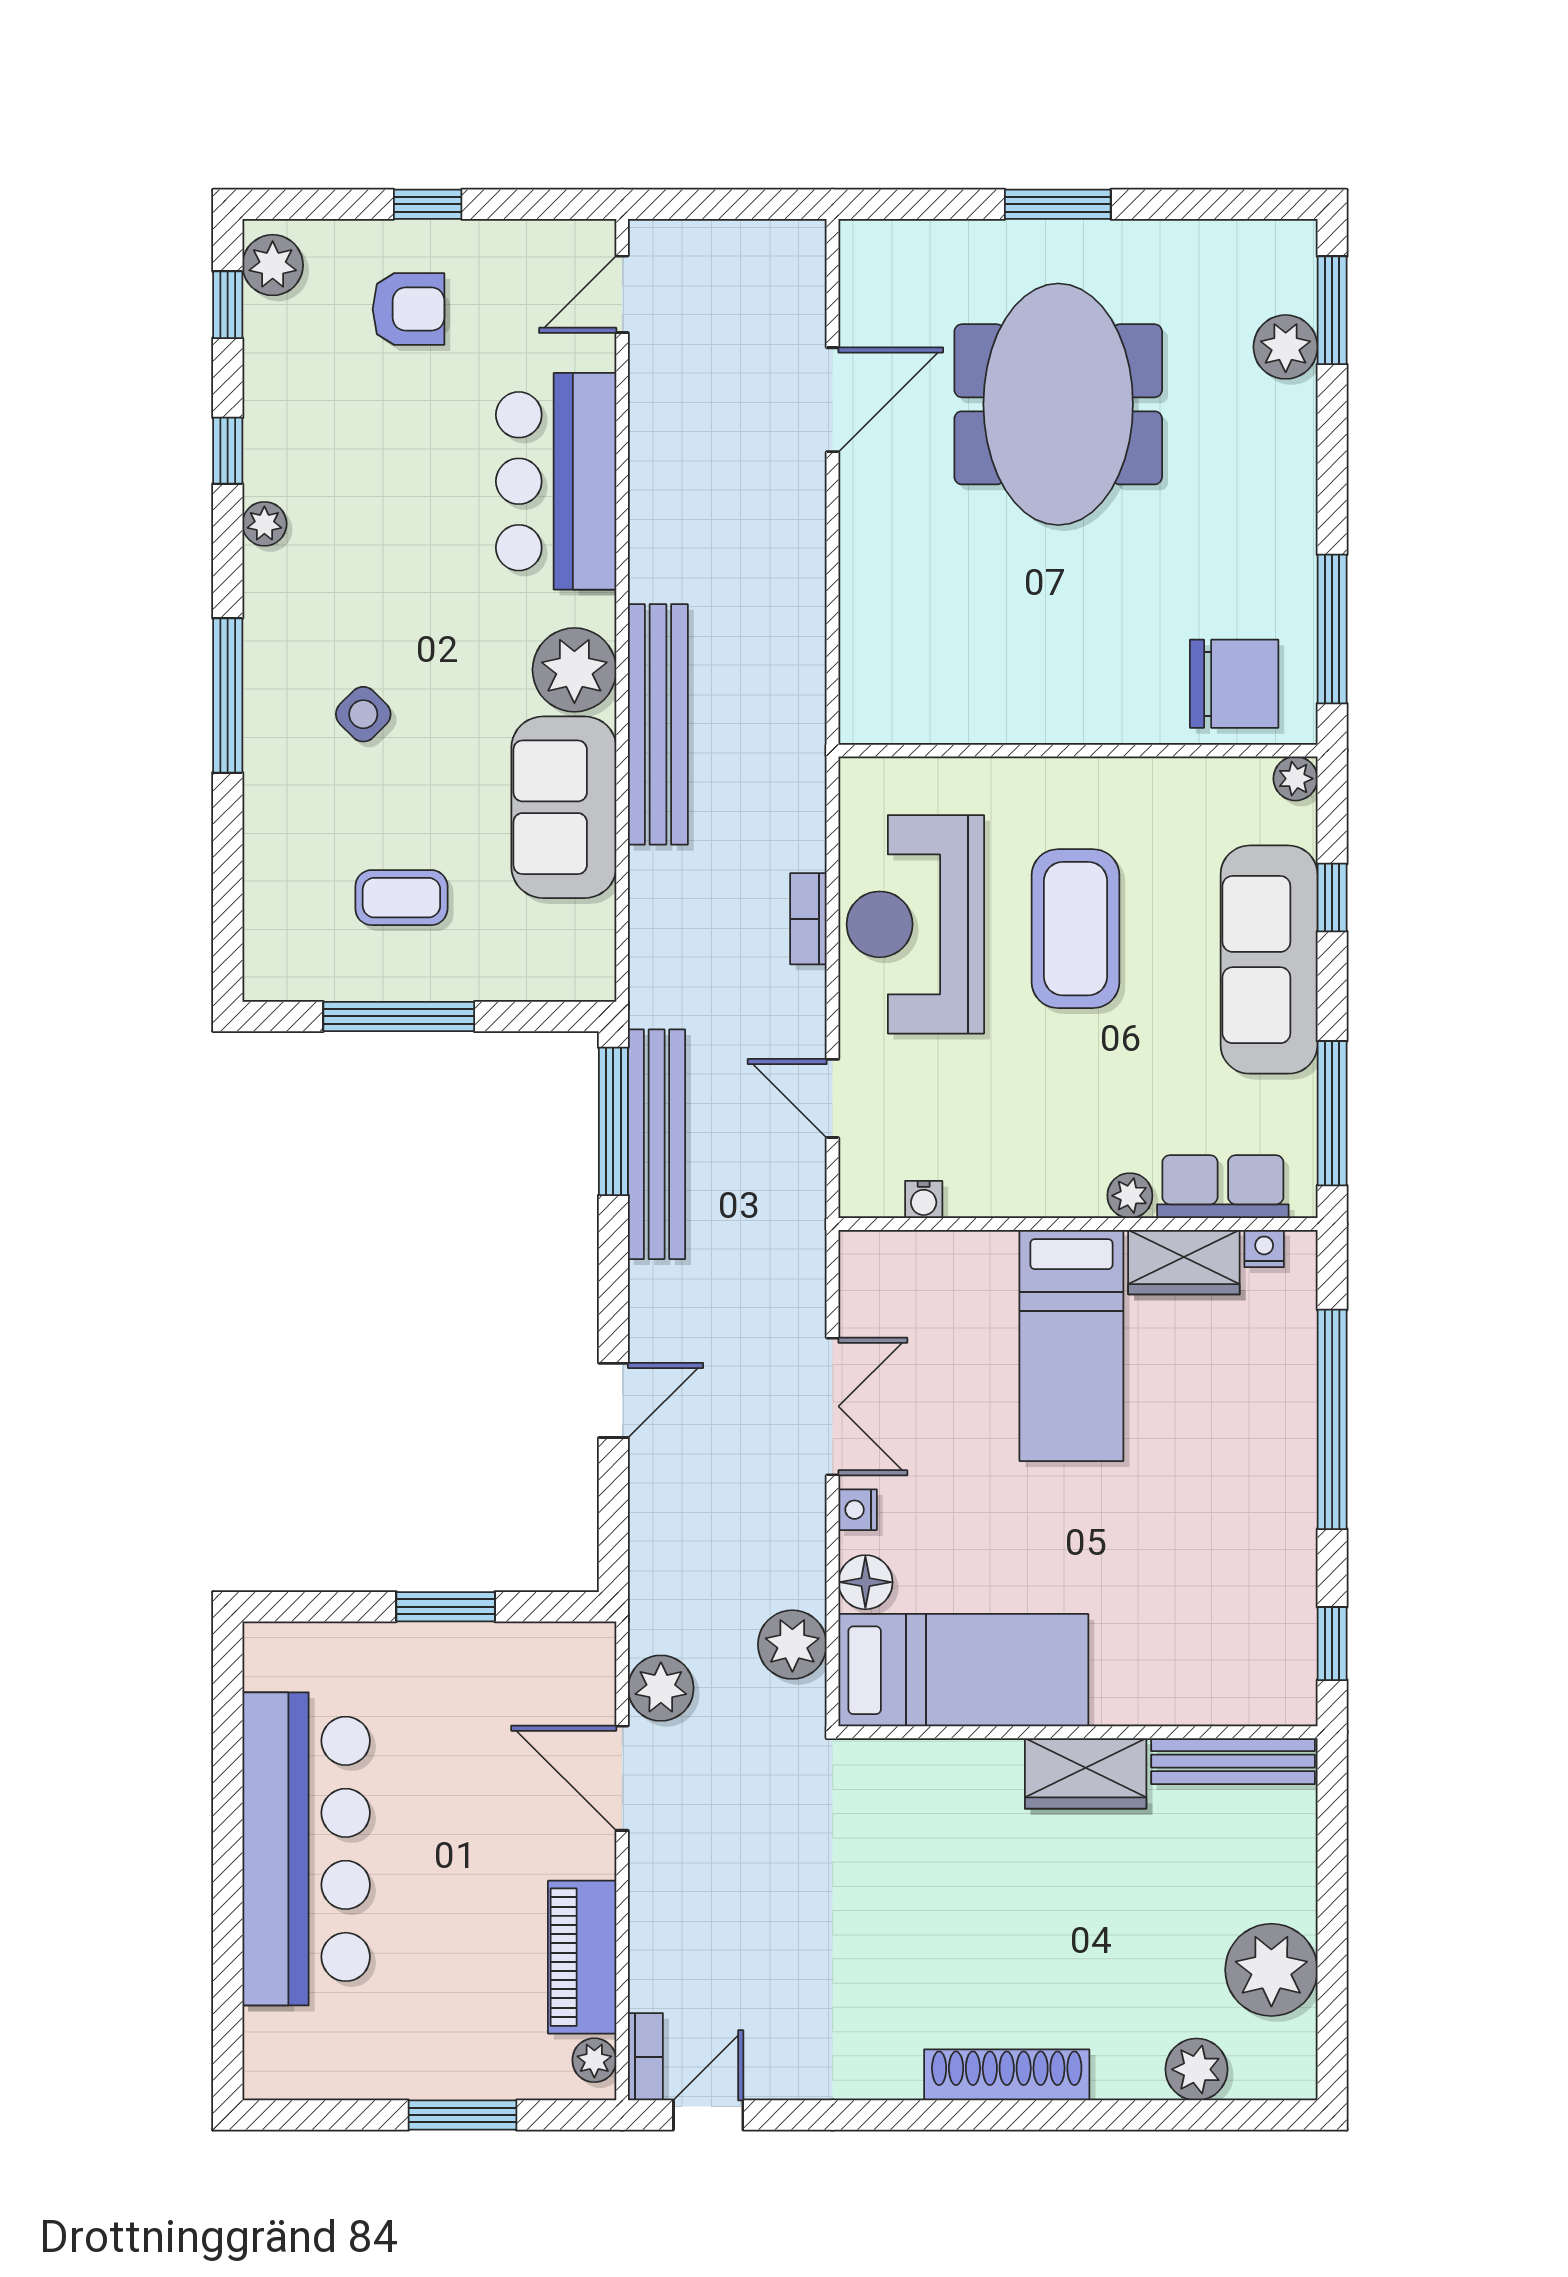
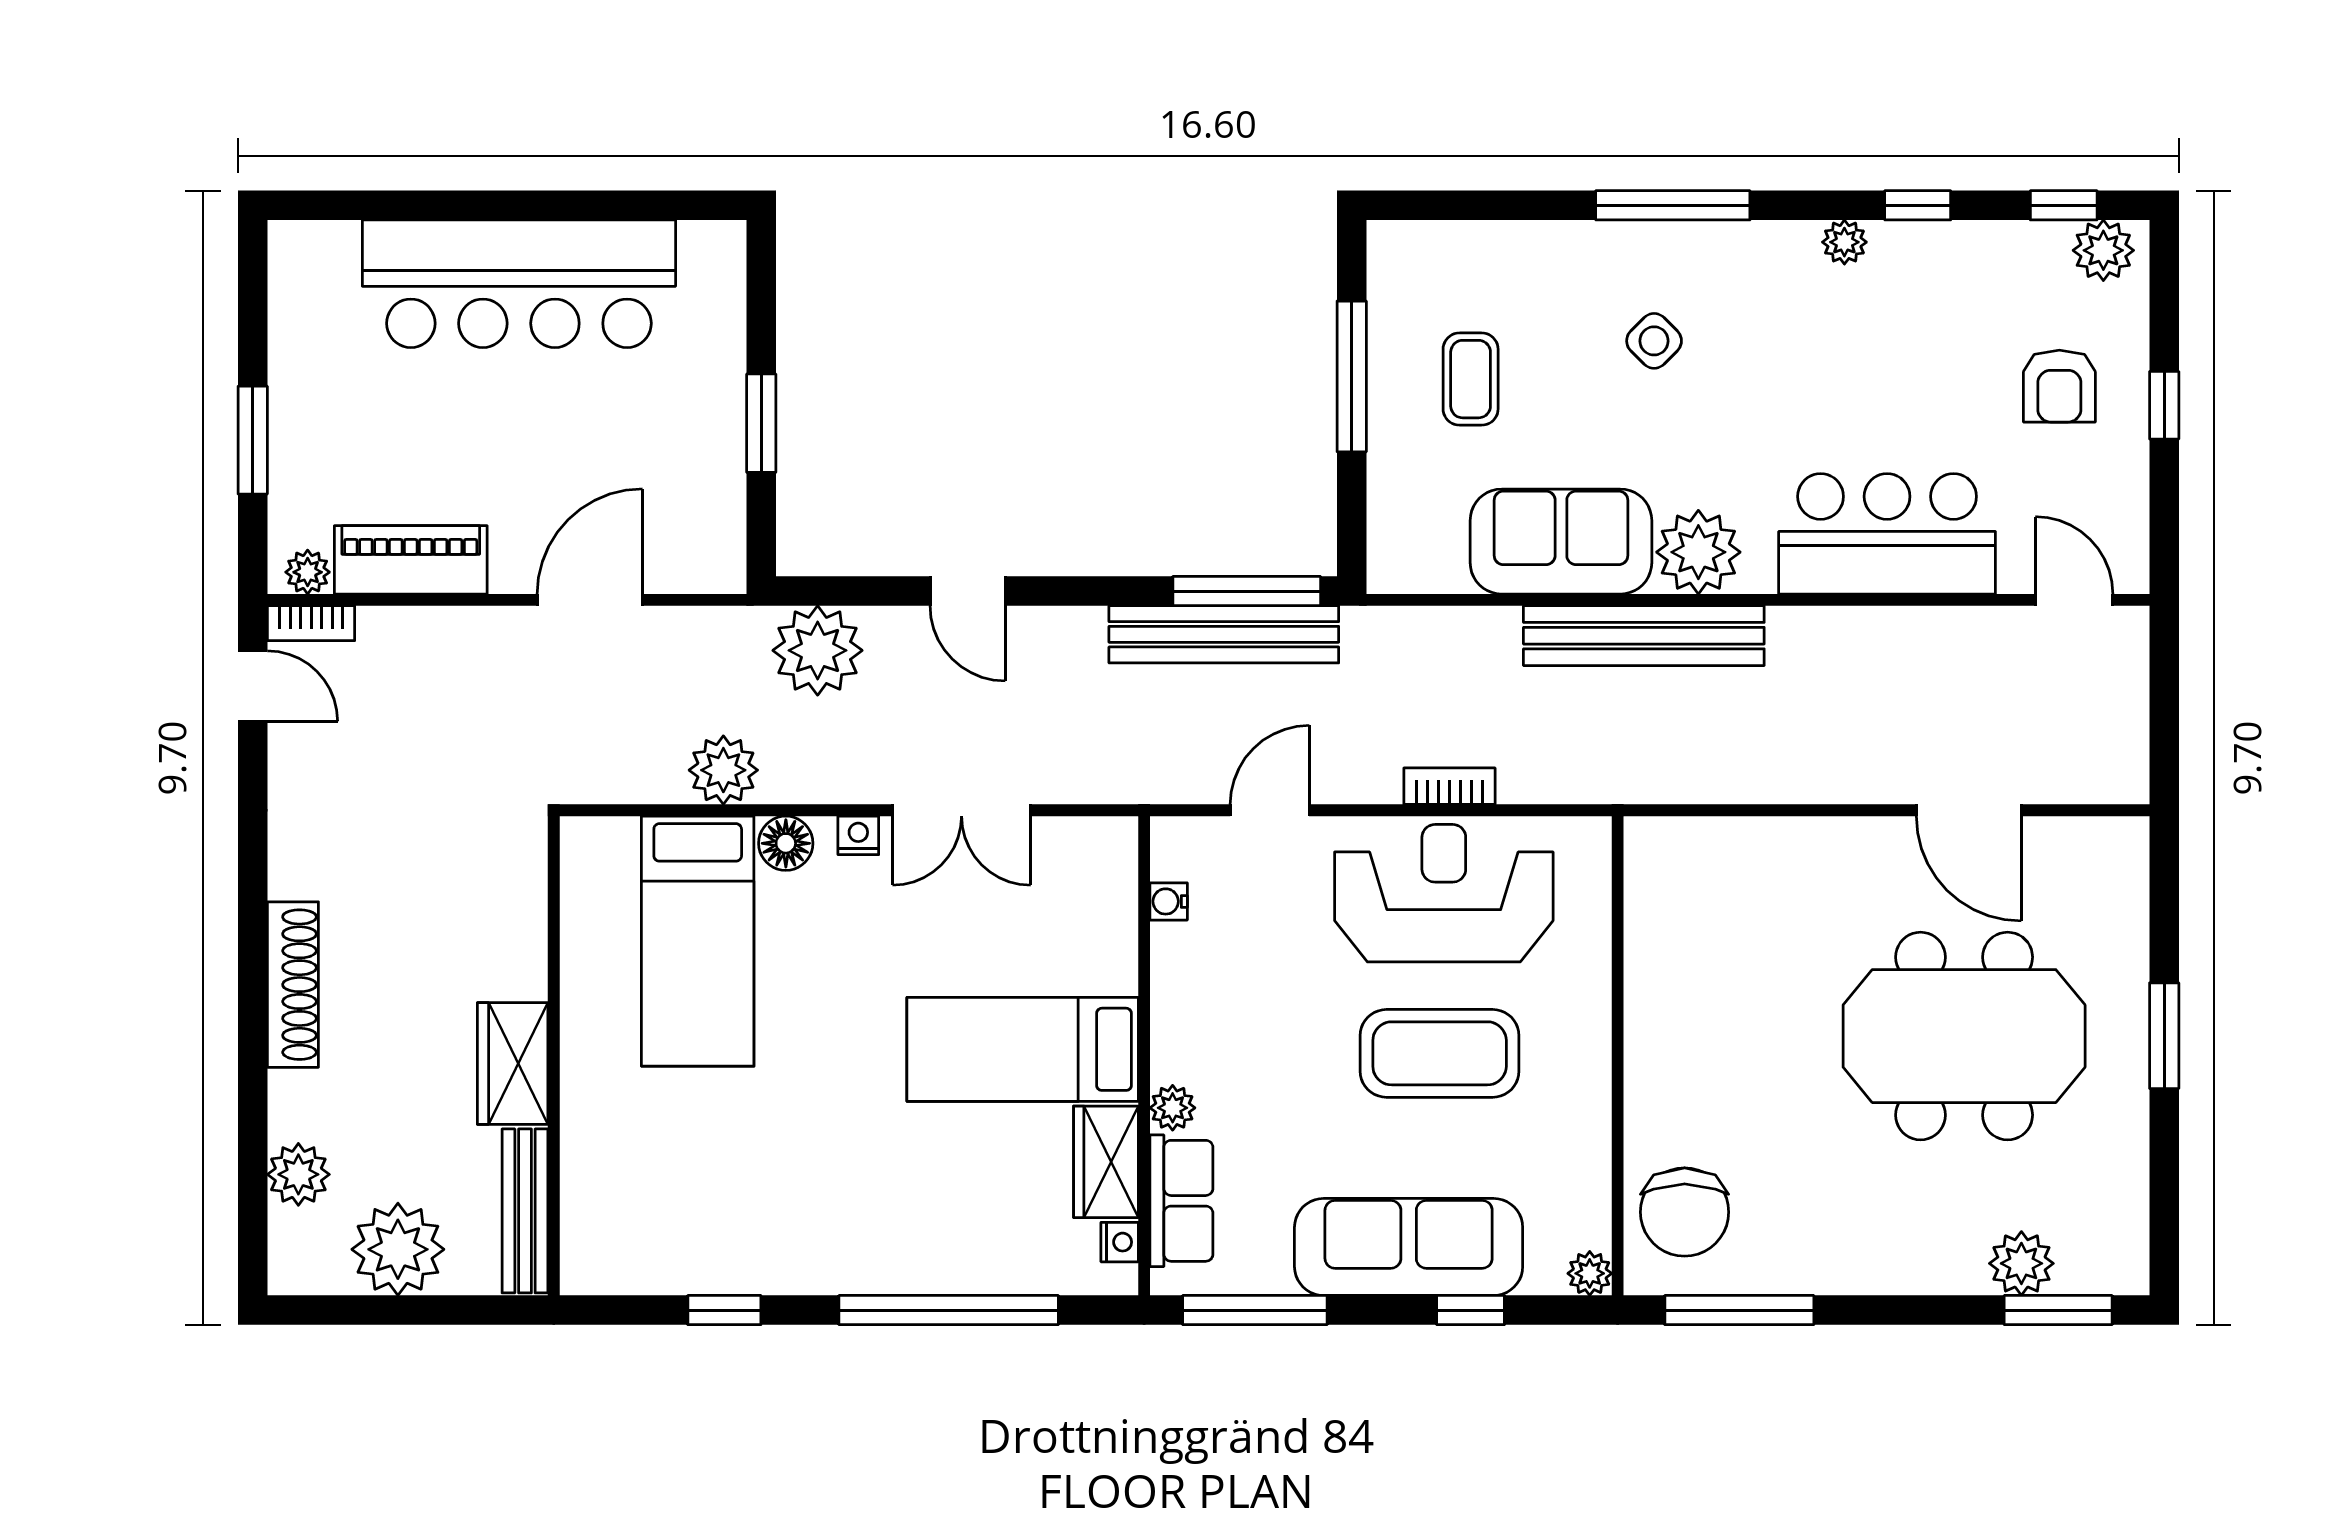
plant: (661, 1688) -> (818, 650), moved, width x1.36, depth x1.36
wall: (1078, 1732) -> (554, 1056), moved
bench: (1233, 1761) -> (525, 1211), moved
wardrobe: (1086, 1773) -> (513, 1063), moved

